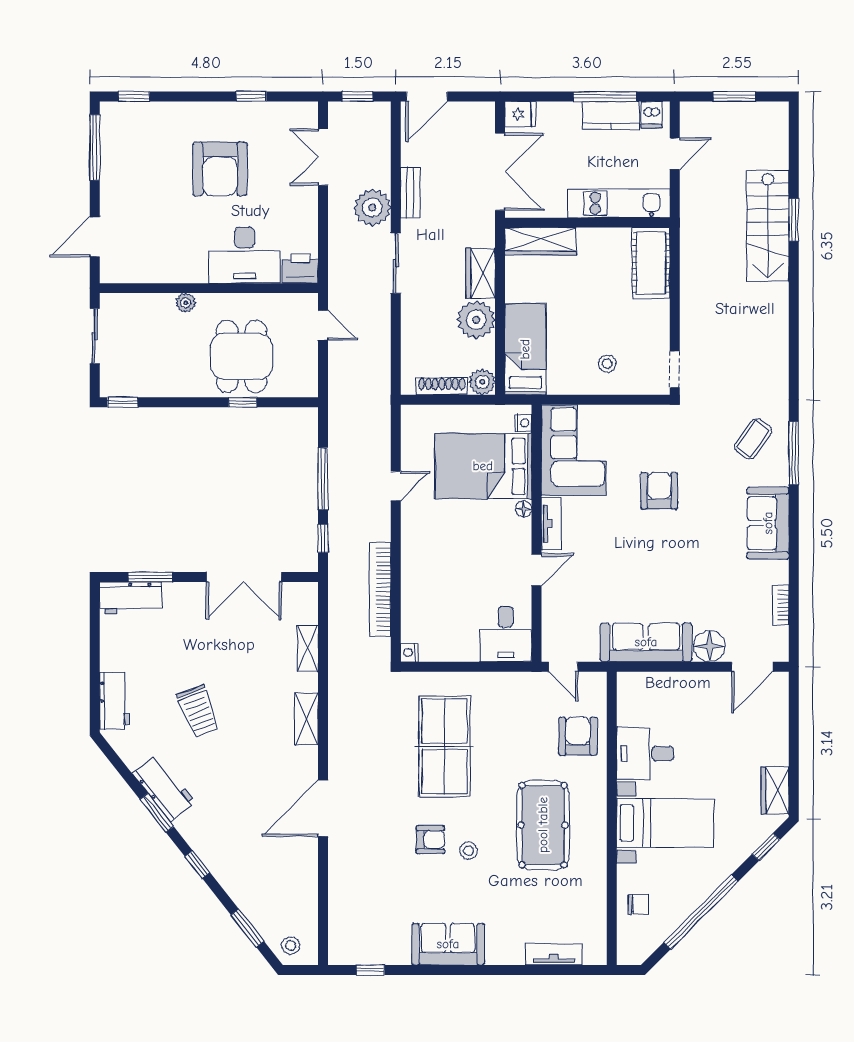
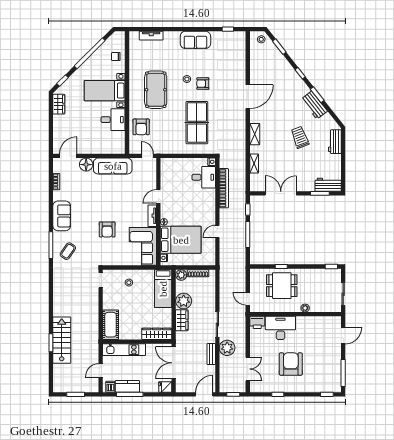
dining table: (241, 356) -> (282, 286), turned 90
desk: (506, 634) -> (204, 177), moved, turned 90

